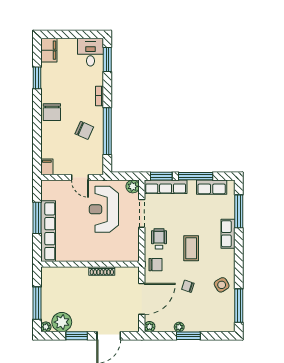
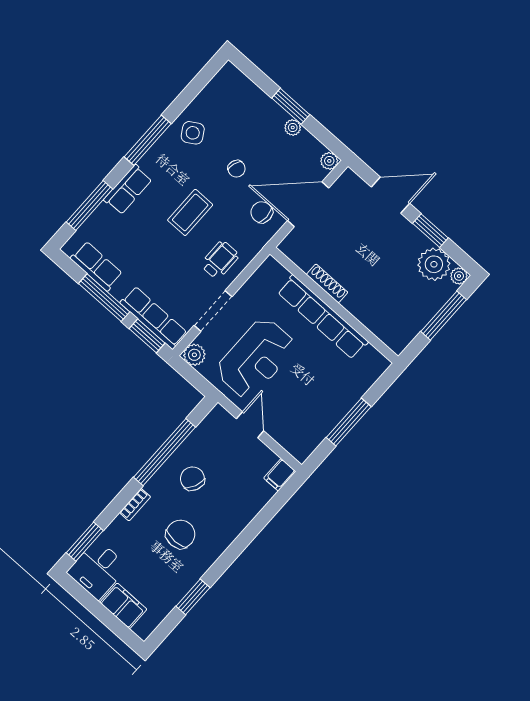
filing cabinet: (49, 50) -> (123, 606), moved, turned 90
chair: (52, 112) -> (180, 534), moved
row of seats: (48, 231) -> (323, 317), moved, turned -90
wheelchair: (159, 239) -> (220, 260), turned 180
chair: (156, 265) -> (262, 212), moved
window: (239, 306) -> (148, 140), moved

